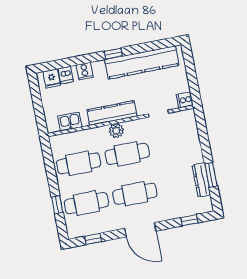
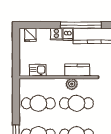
window: (113, 54) -> (81, 25), width x3.17
dishwasher: (66, 75) -> (68, 34), moved
kitchen counter: (112, 113) -> (77, 70), width x0.67

